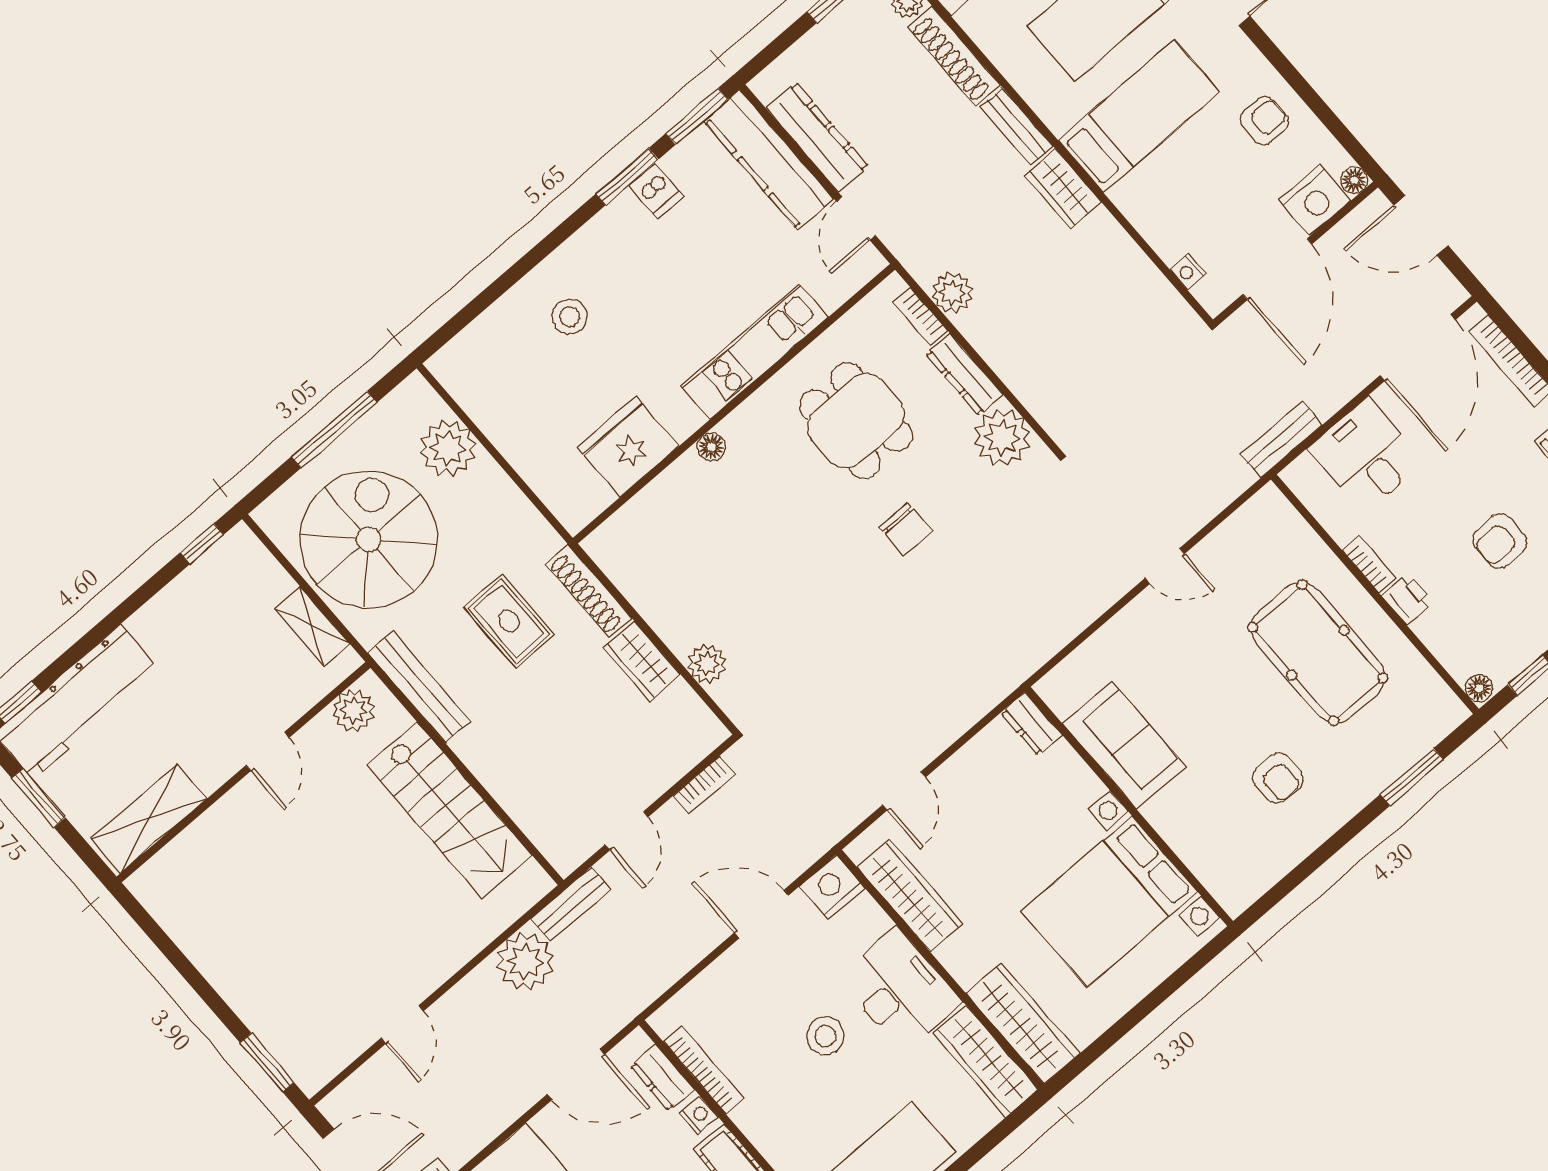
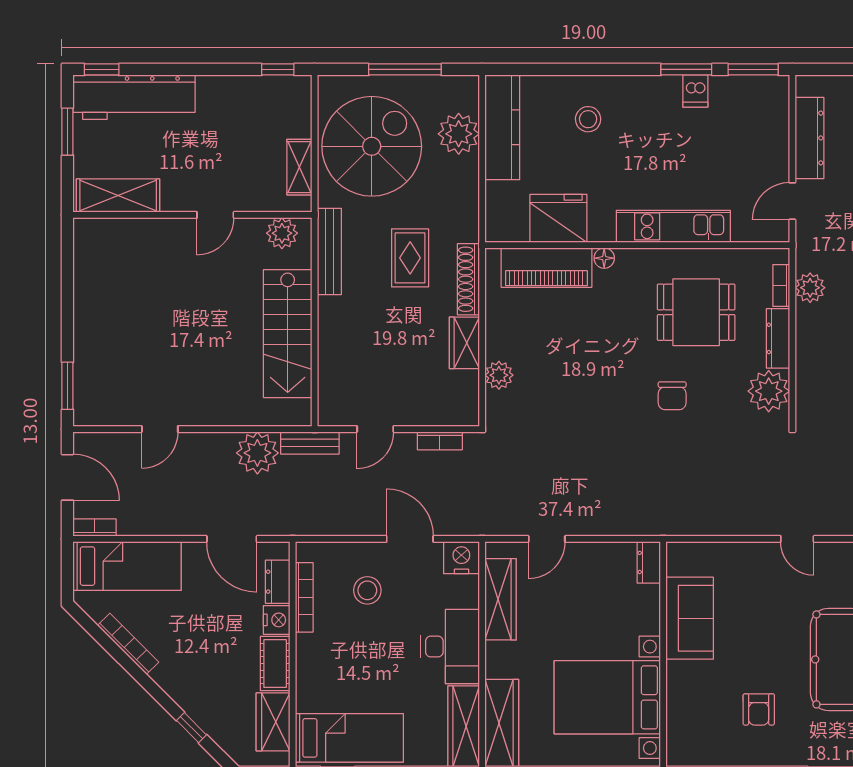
kitchen counter: (769, 160) -> (502, 127), moved, turned 180
dining table: (856, 421) -> (696, 312), turned 90
piano: (660, 509) -> (546, 268), added
stool: (825, 1036) -> (367, 590), moved
nightstand: (699, 1115) -> (277, 620), width x1.39, depth x1.35

